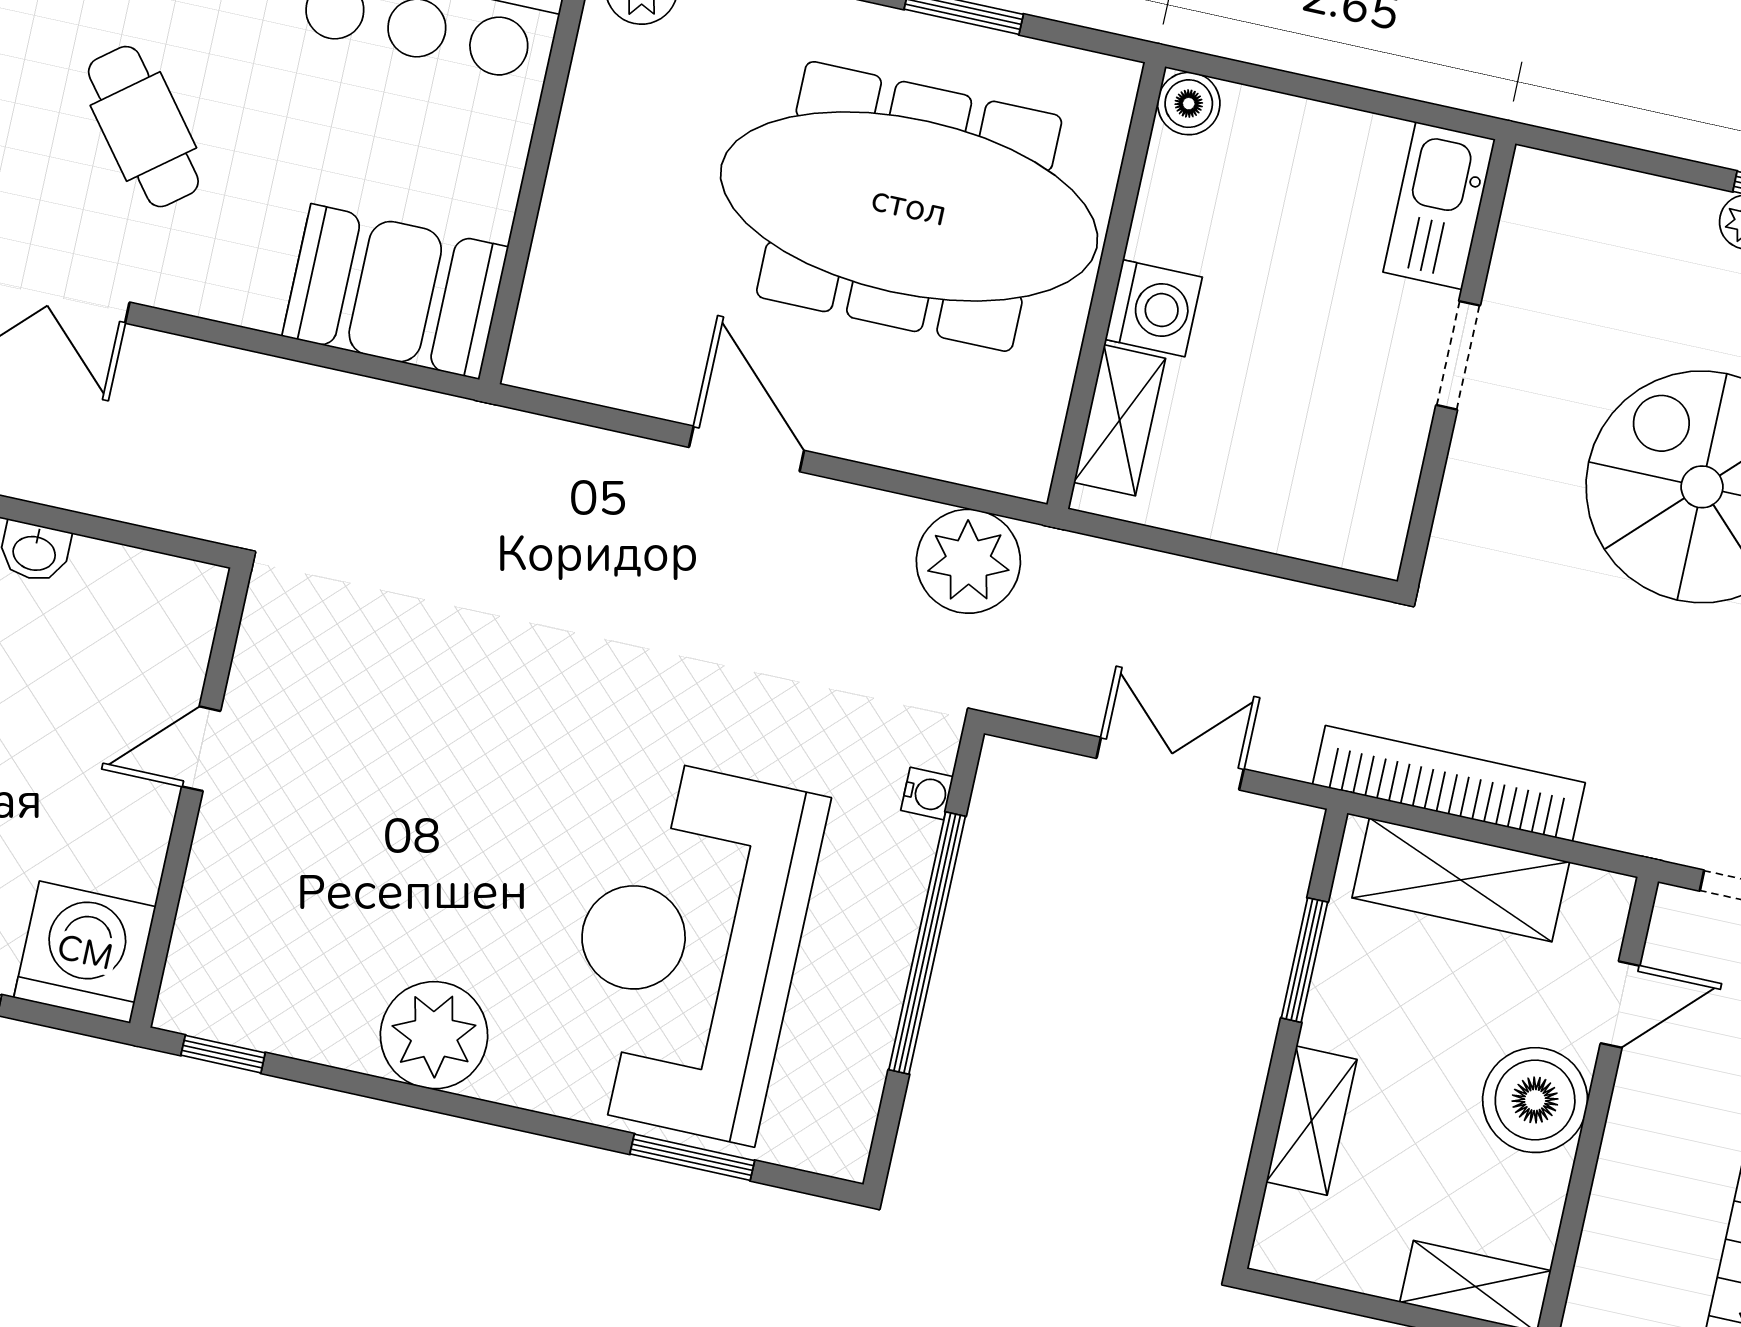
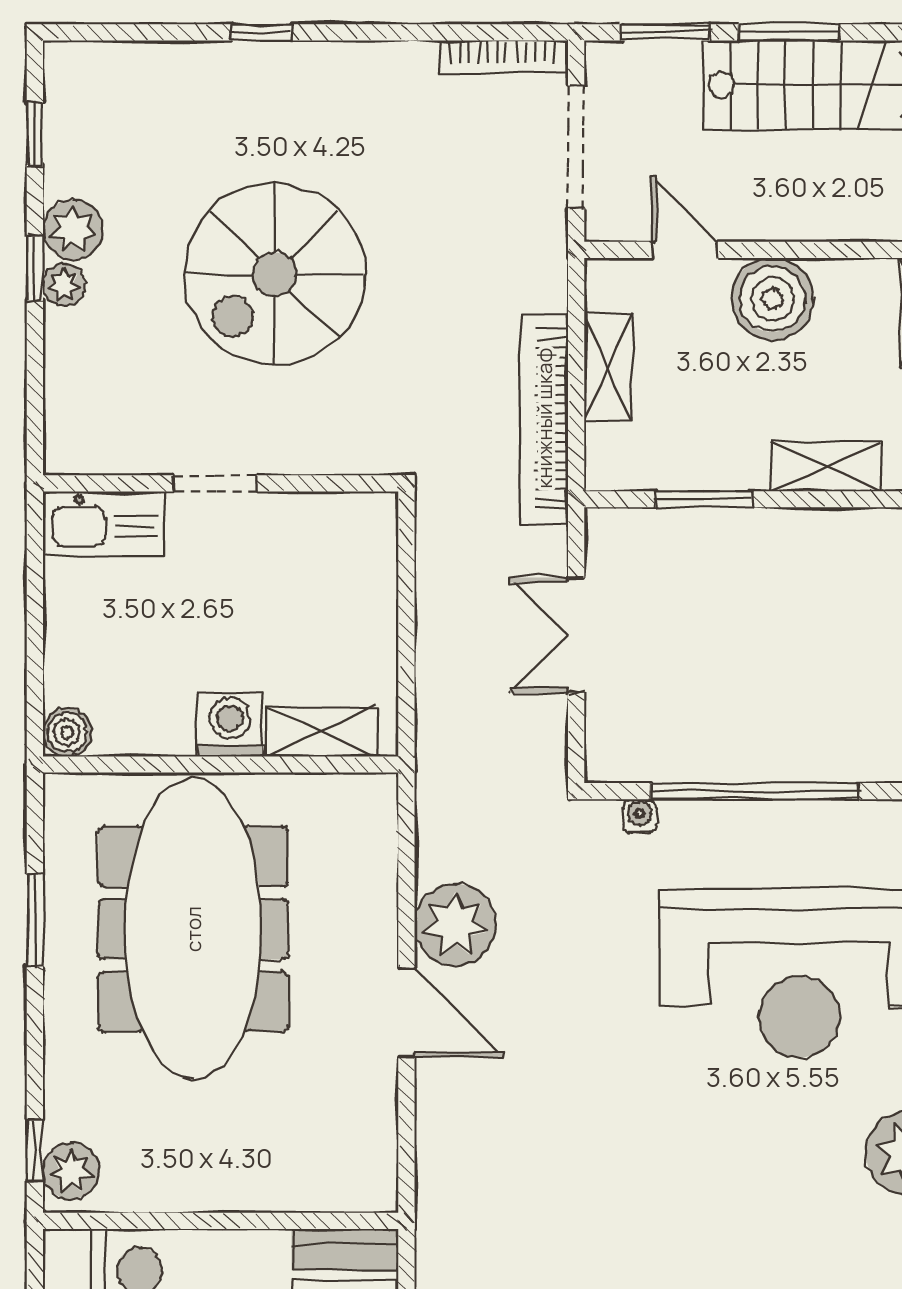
door: (747, 449) -> (406, 1013), swing flipped
plant: (968, 561) -> (455, 925), moved
shelving: (1461, 880) -> (608, 366), width x0.67, depth x0.75

